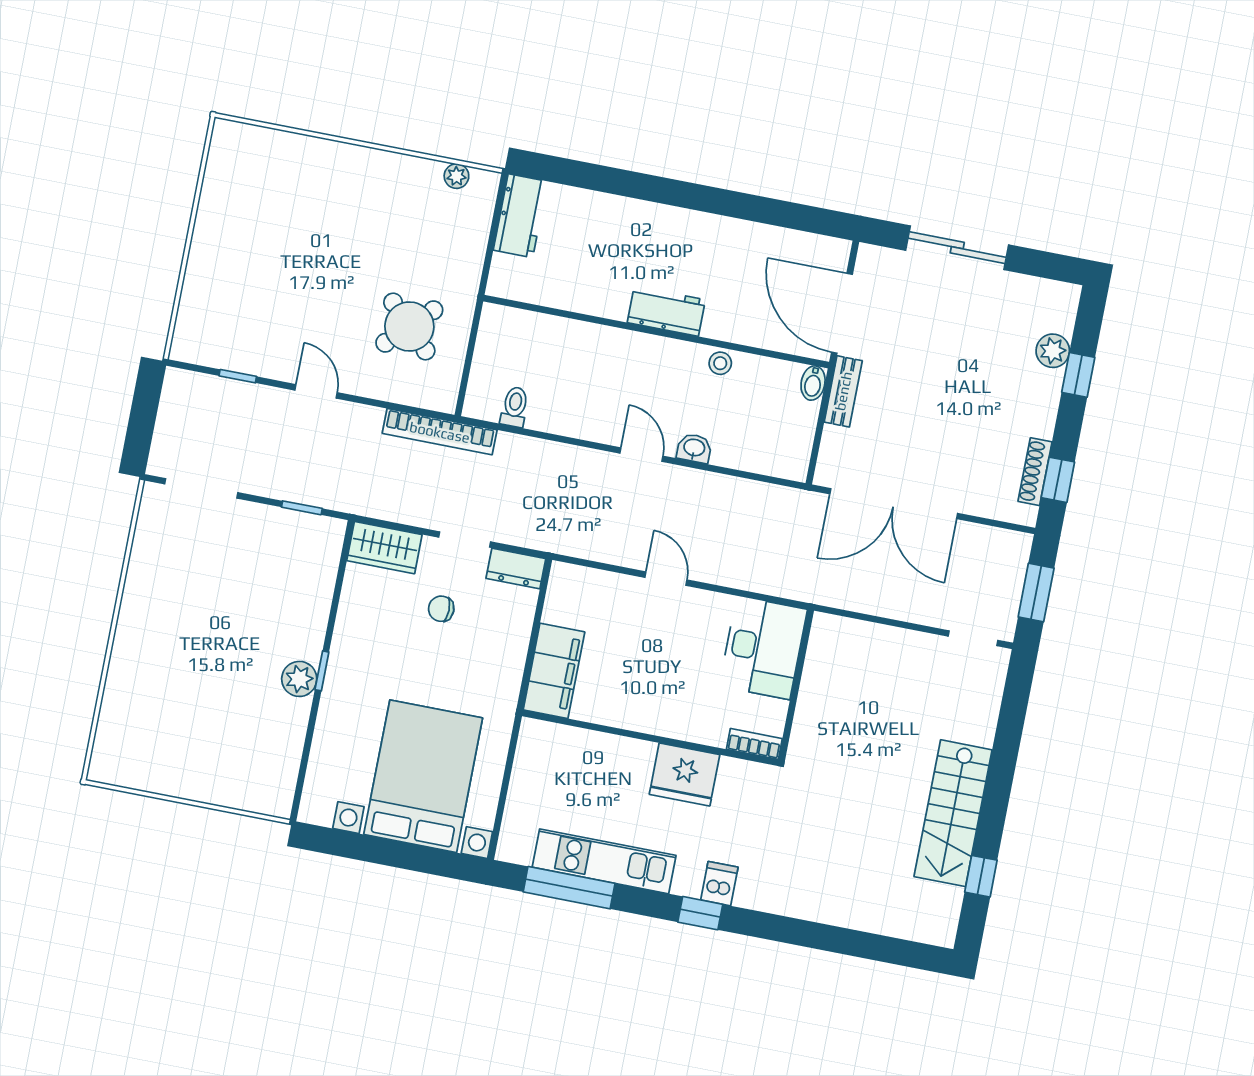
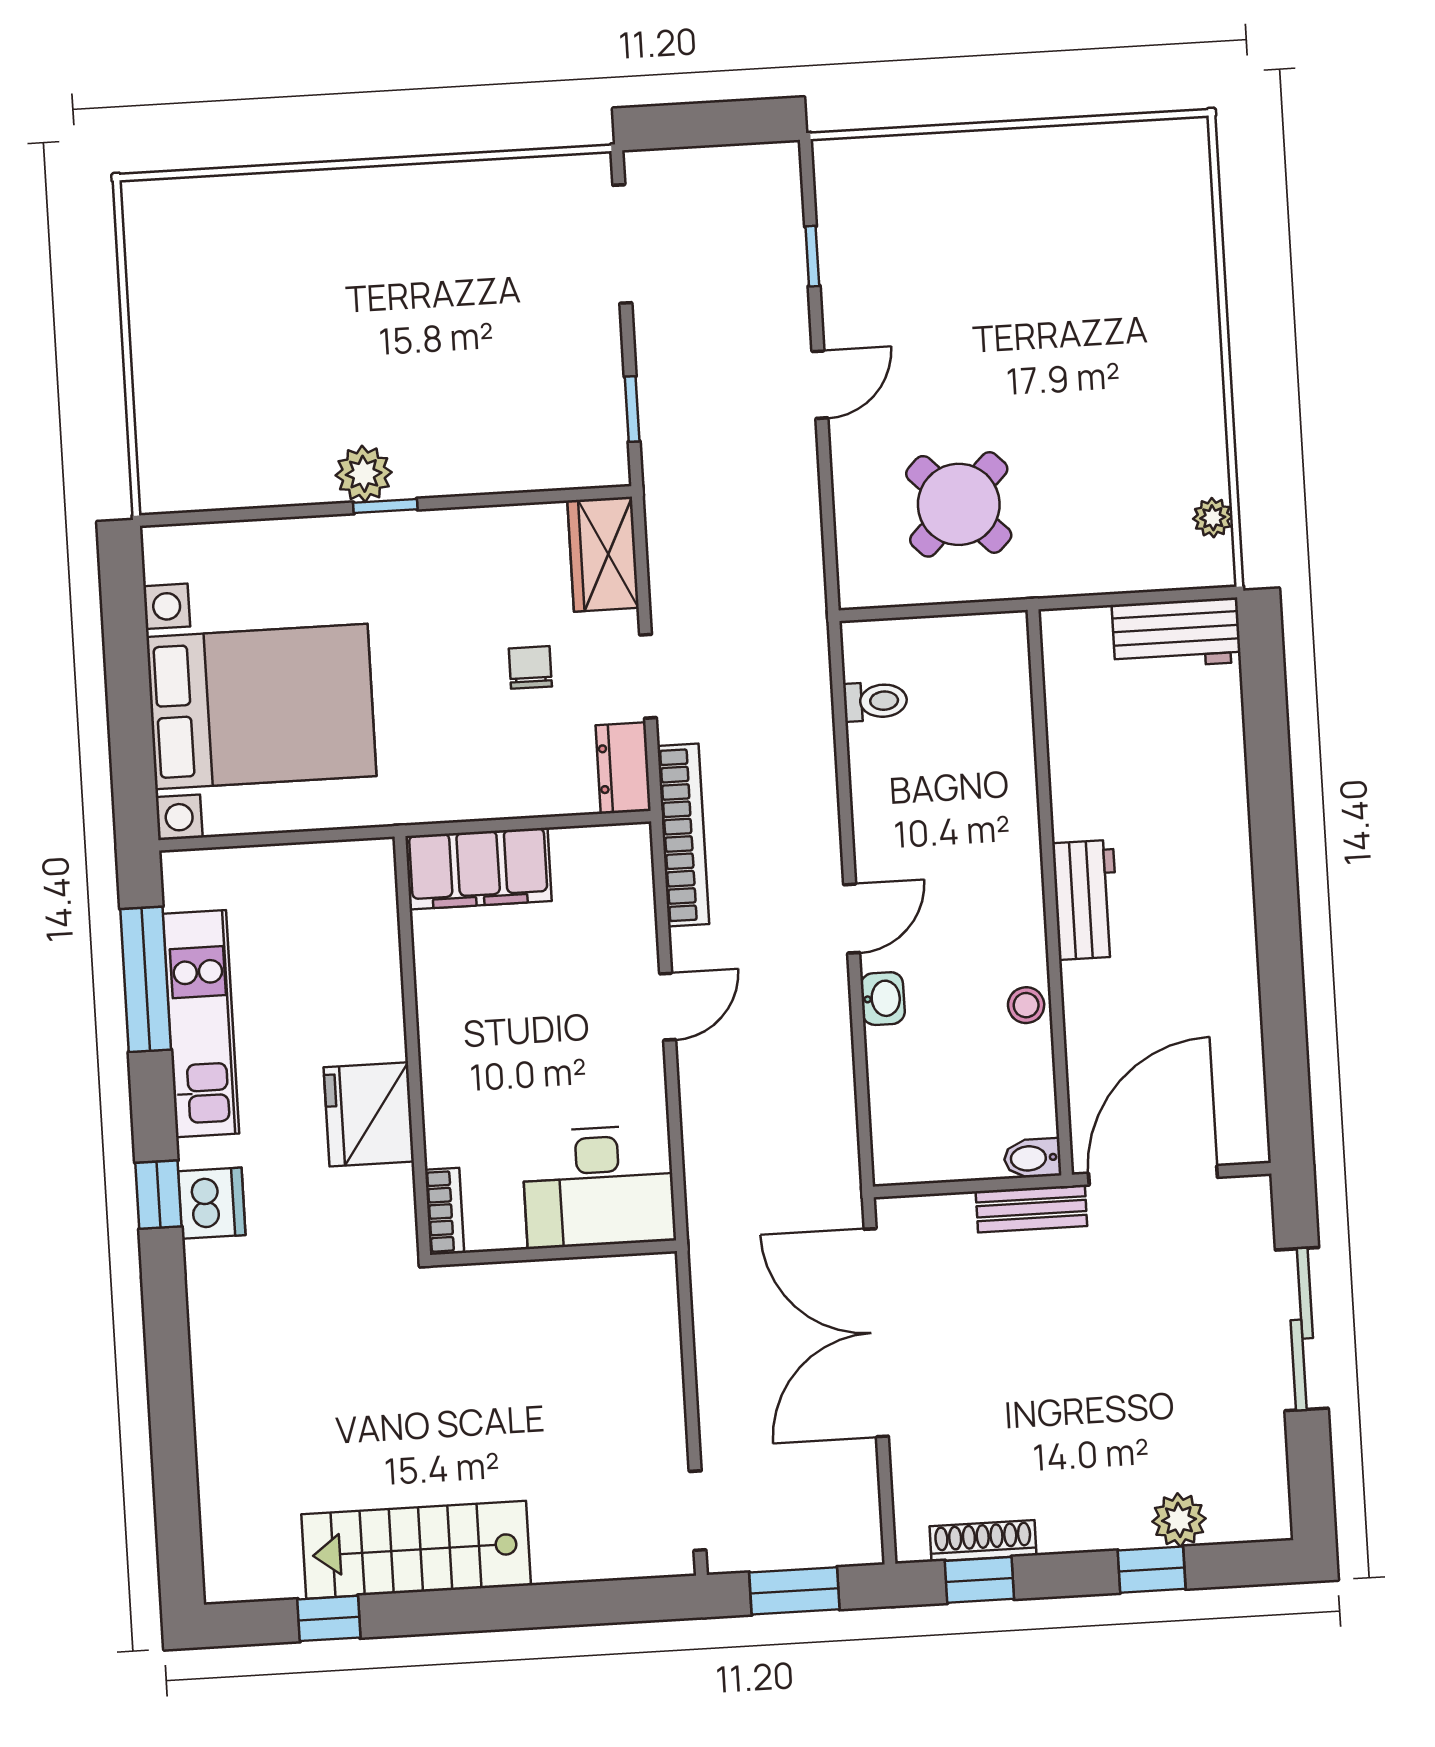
bookcase: (440, 432) -> (683, 835), moved, turned 180
dishwasher: (719, 884) -> (212, 1203), width x1.38

